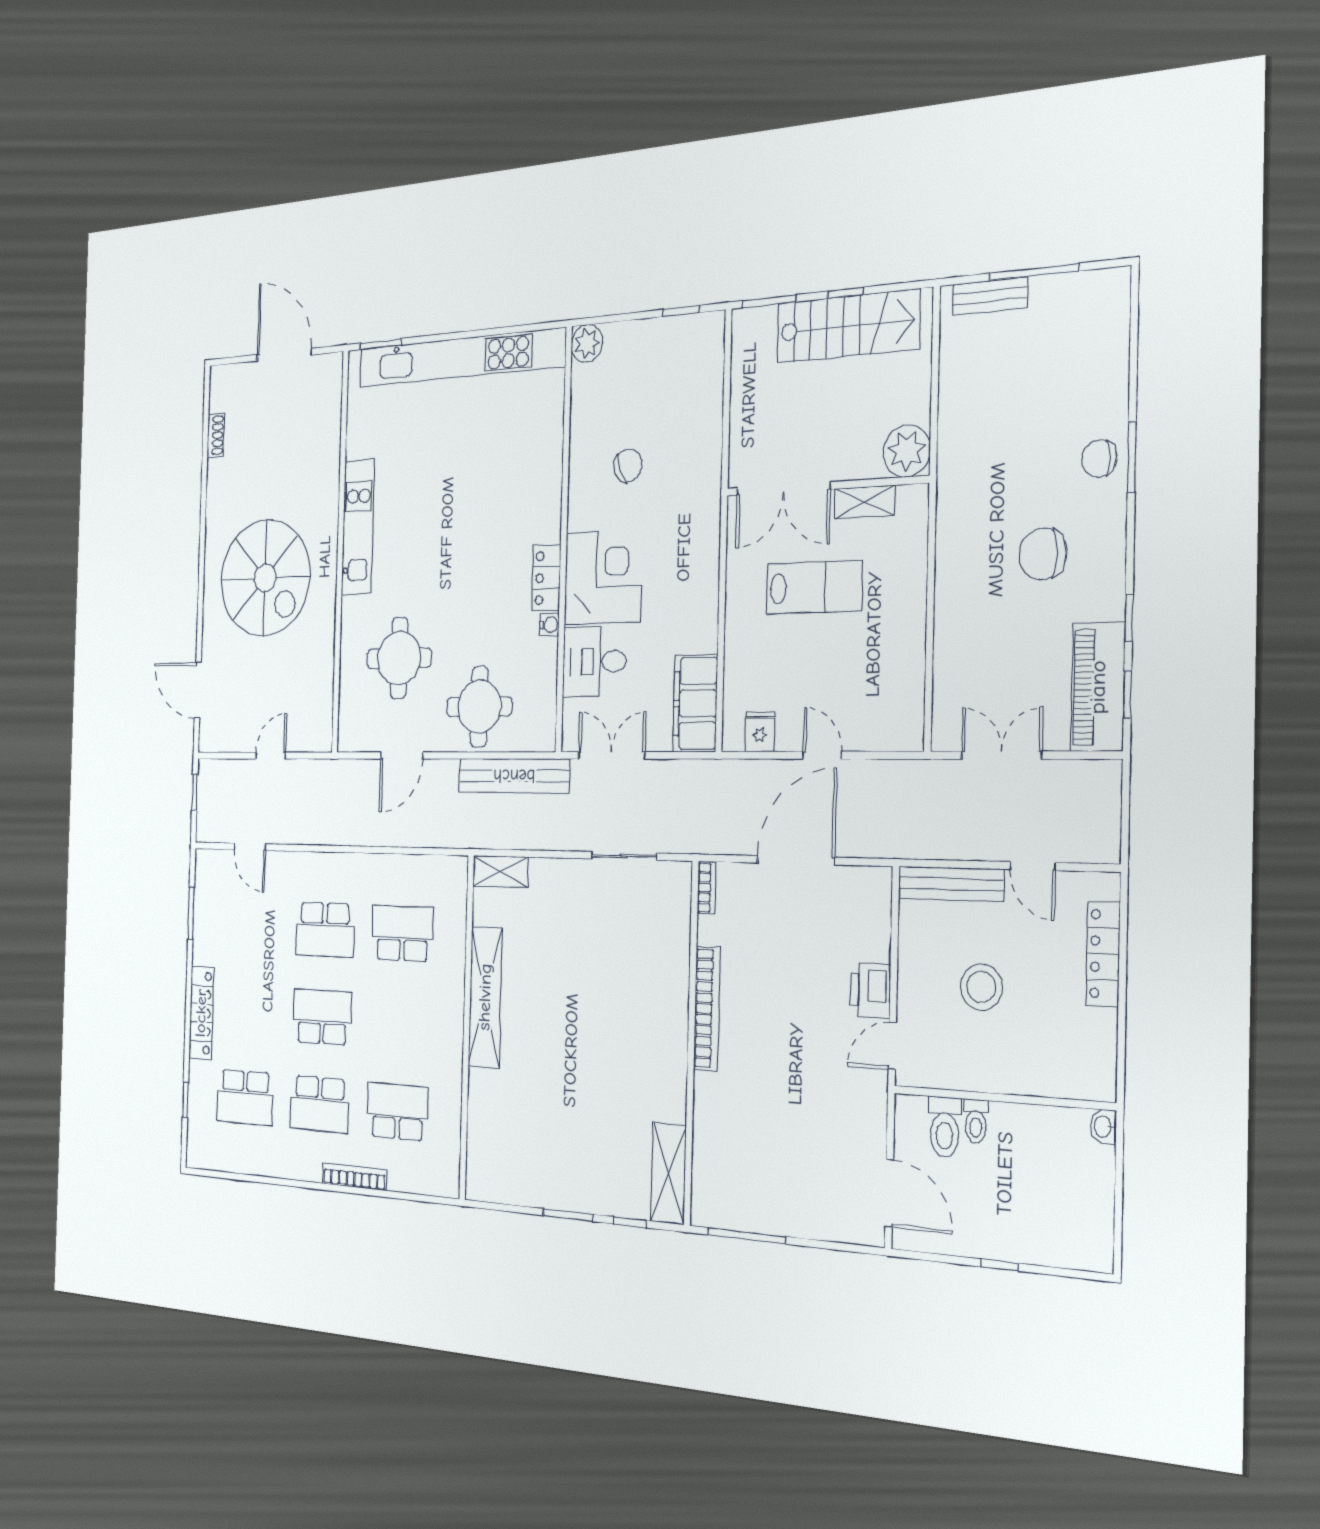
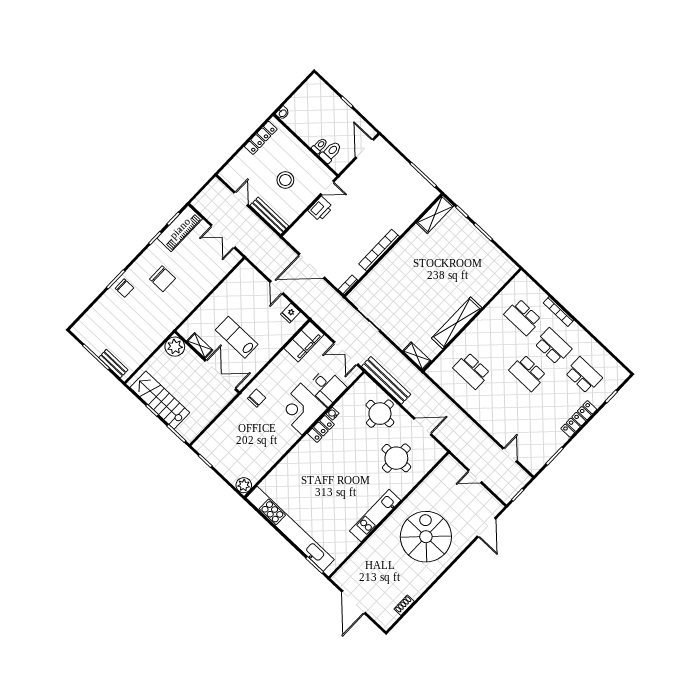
chair: (628, 465) -> (257, 398), moved, turned 113
school desk: (325, 930) -> (502, 400), removed
locker: (1103, 954) -> (261, 138), moved

